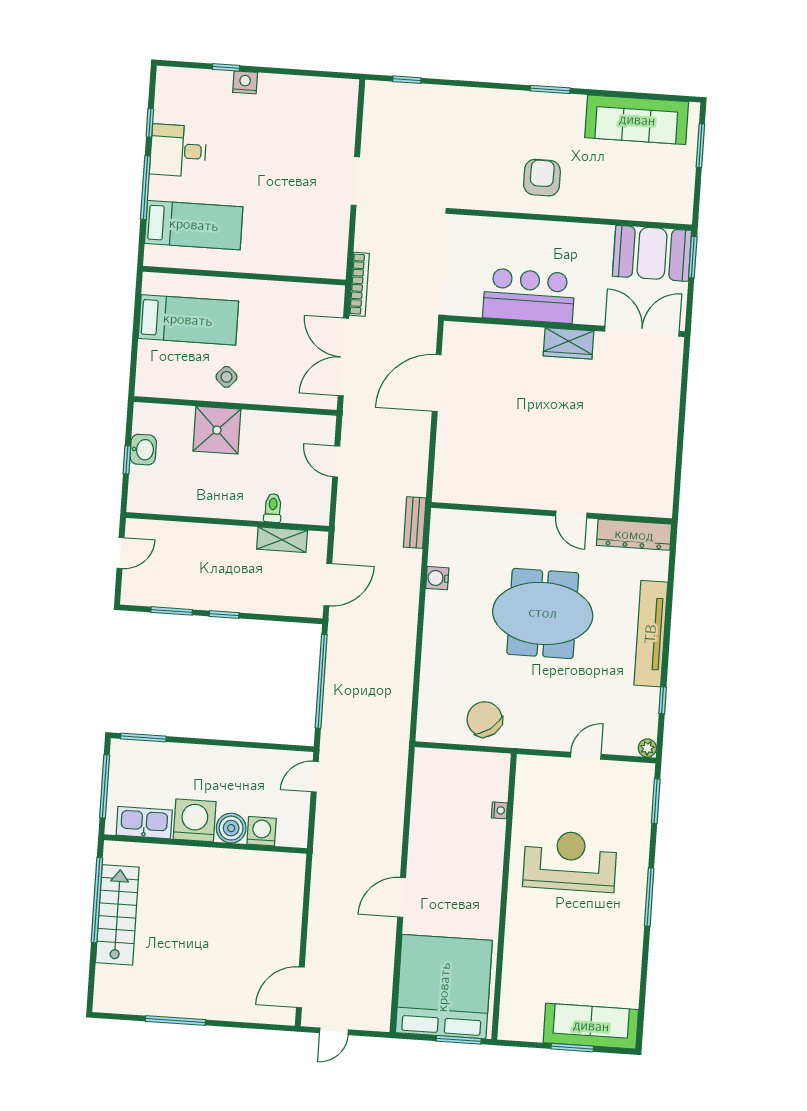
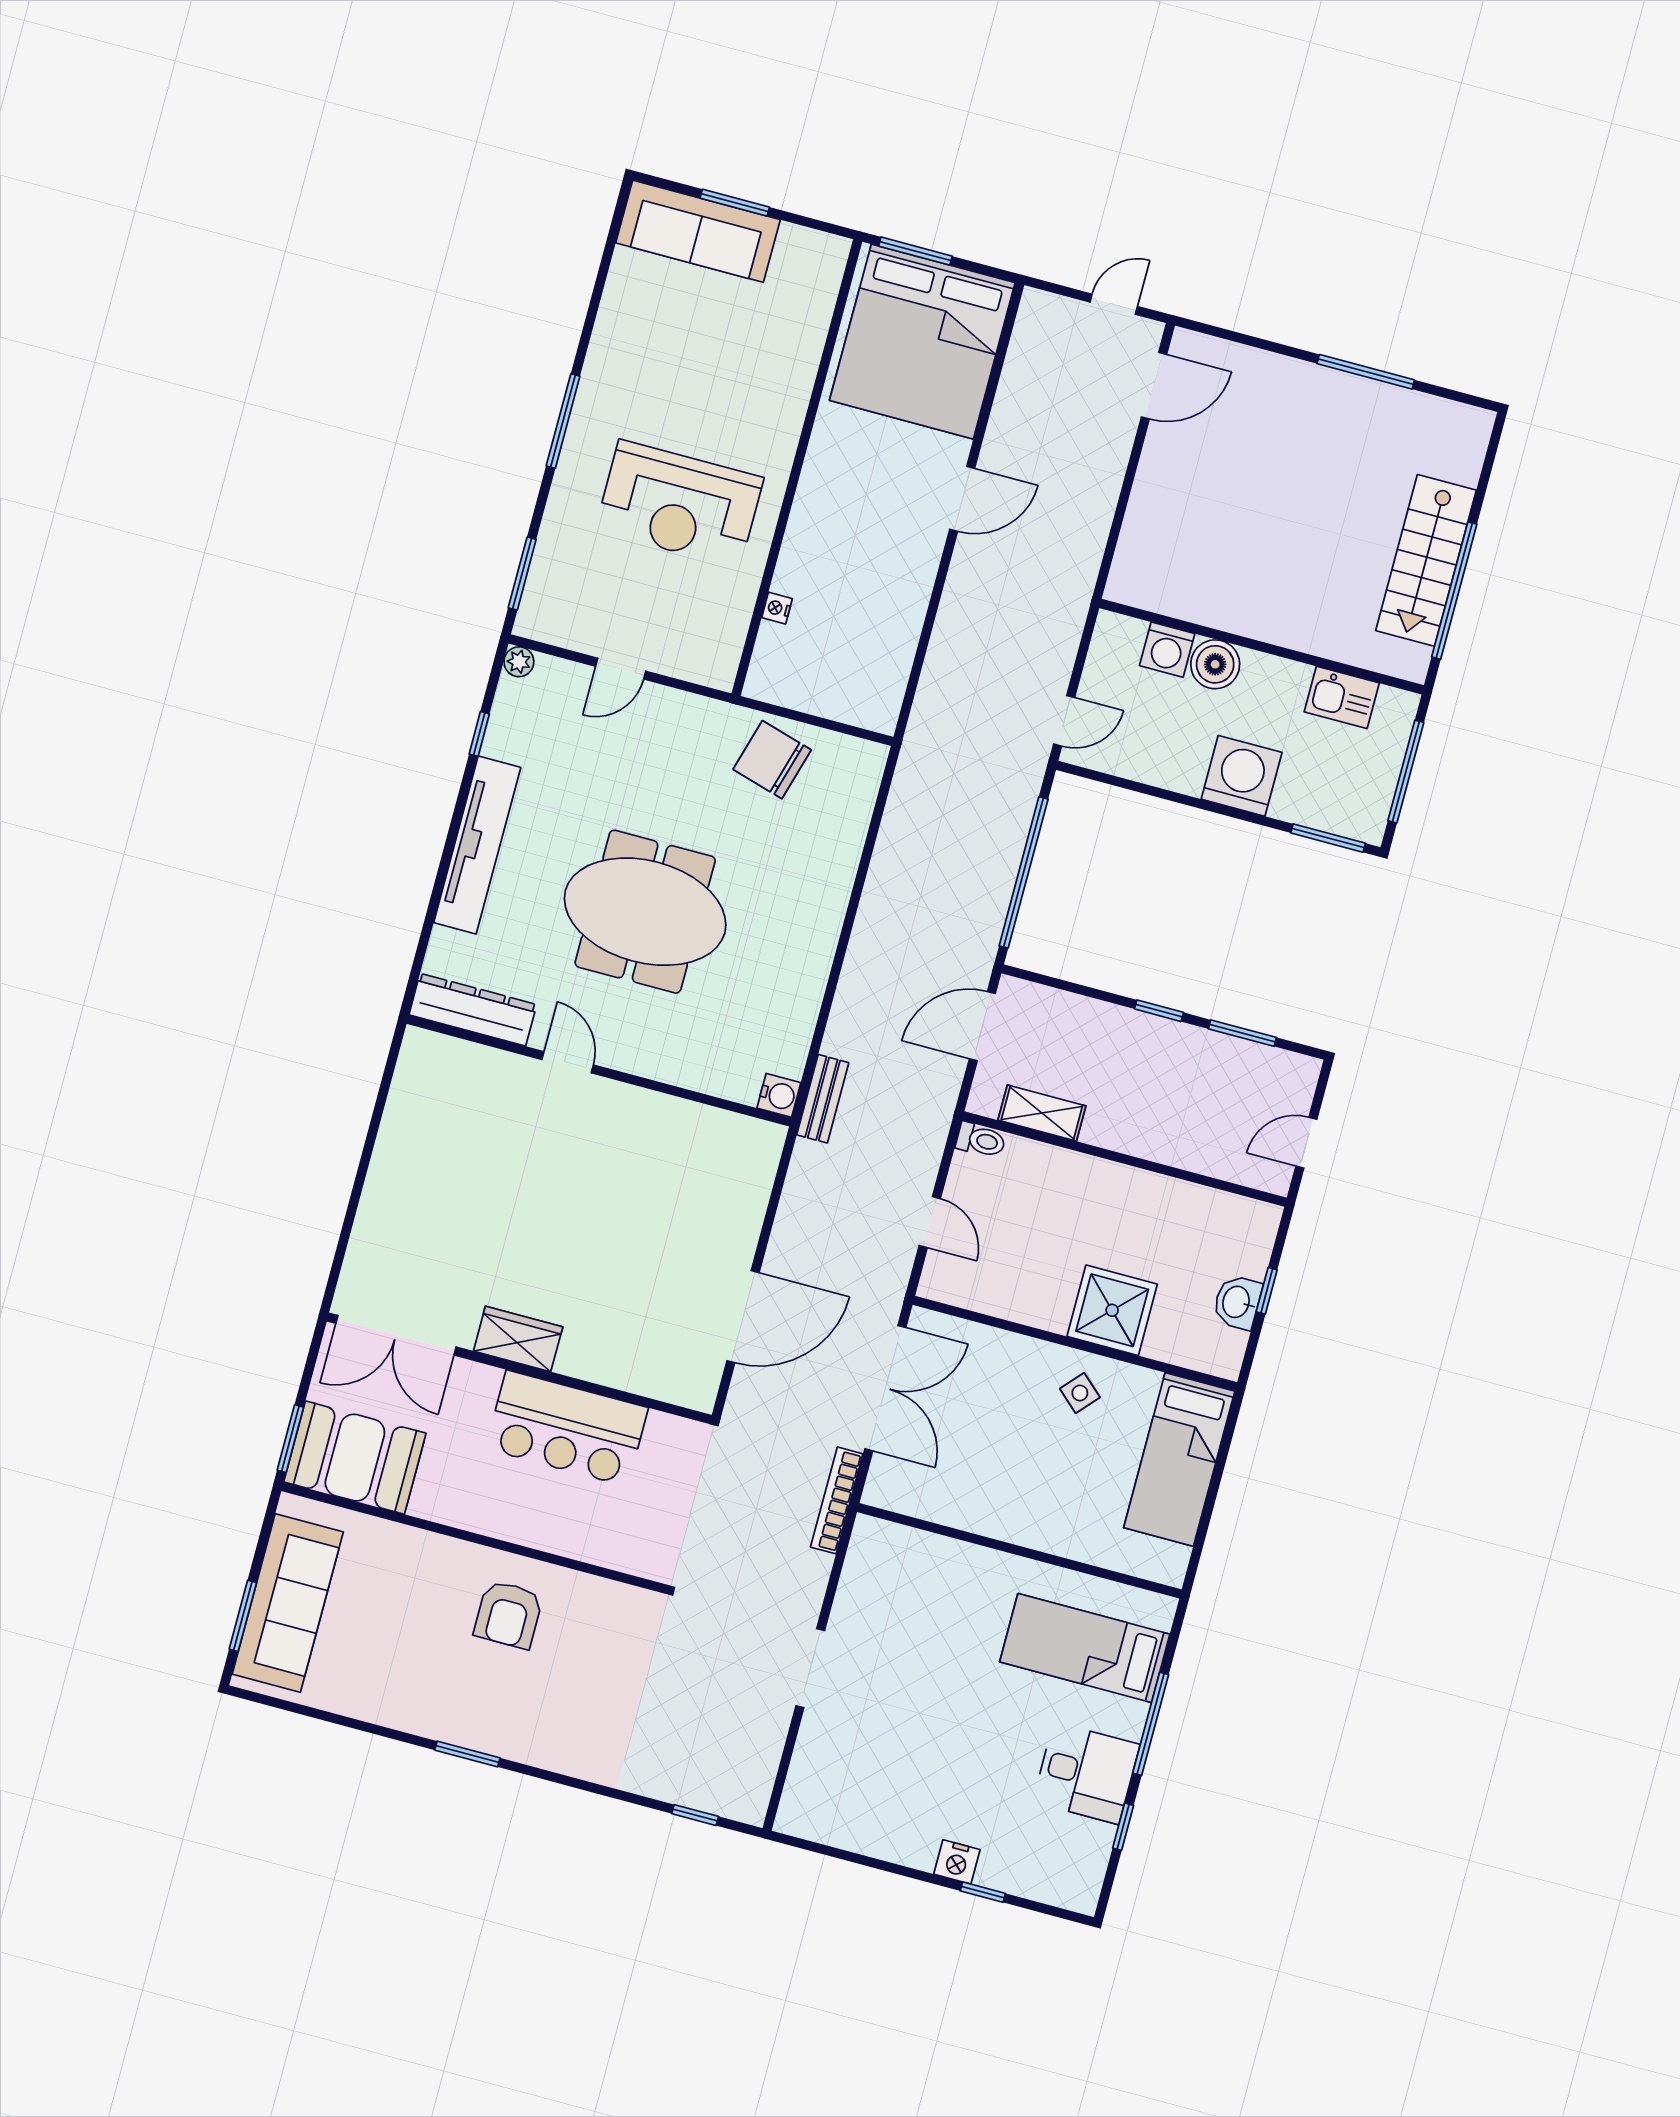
sofa: (637, 120) -> (288, 1603), moved, turned 90
bed: (188, 320) -> (1179, 1459), moved, turned -90
toilet: (273, 508) -> (981, 1140), moved, turned -90
water cooler: (437, 578) -> (779, 1095), moved
chair: (485, 719) -> (772, 760), turned 143
washing machine: (195, 820) -> (1242, 776), moved, turned 180
kitchen sink: (144, 823) -> (1342, 697), width x0.73

